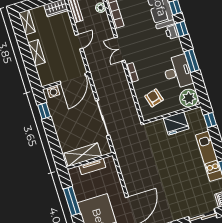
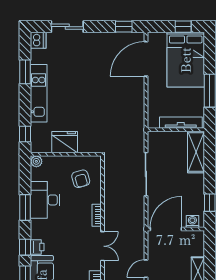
plant: (189, 98) -> (36, 161), width x0.53, depth x0.53
shelving: (83, 155) -> (196, 152), moved, turned 90
tv unit: (92, 167) -> (181, 123), width x1.41

